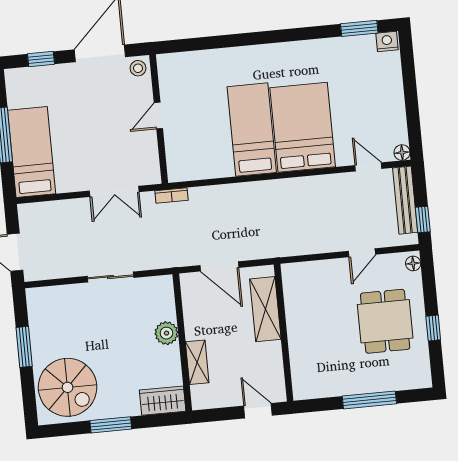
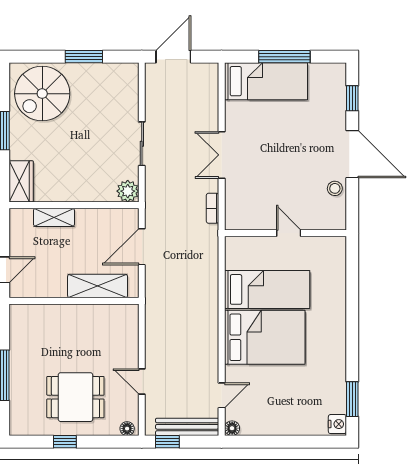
door: (158, 116) -> (289, 233), moved
wall: (159, 119) -> (285, 233), moved
plant: (166, 333) -> (128, 191), moved

